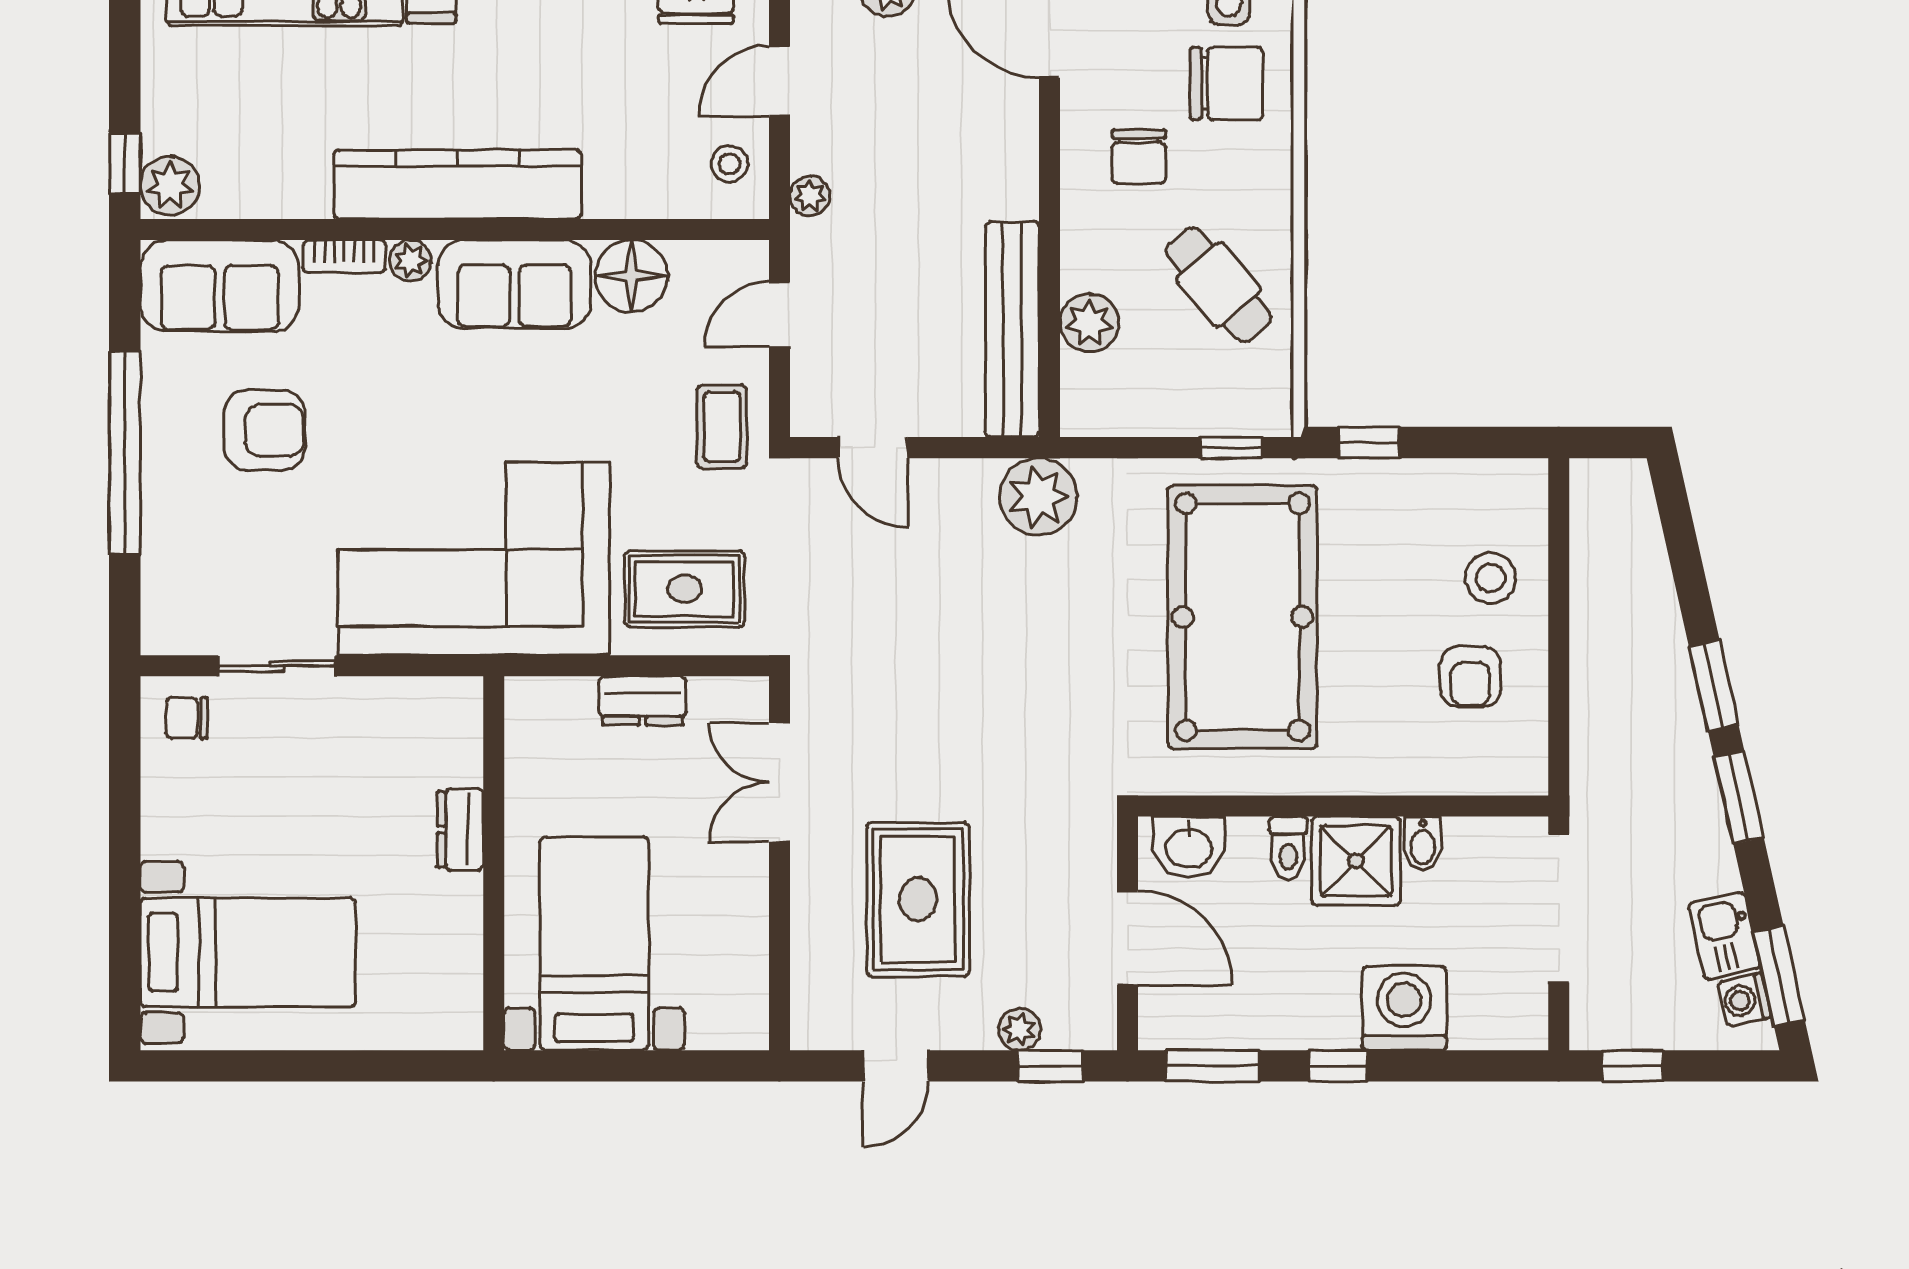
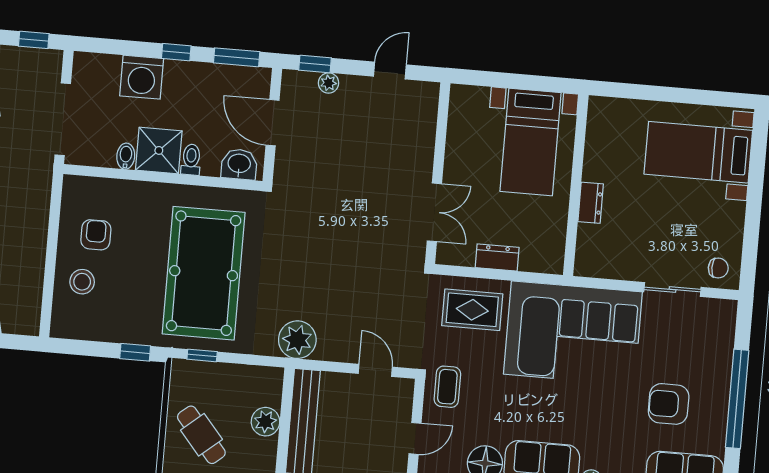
rug: (918, 899) -> (372, 150), removed

